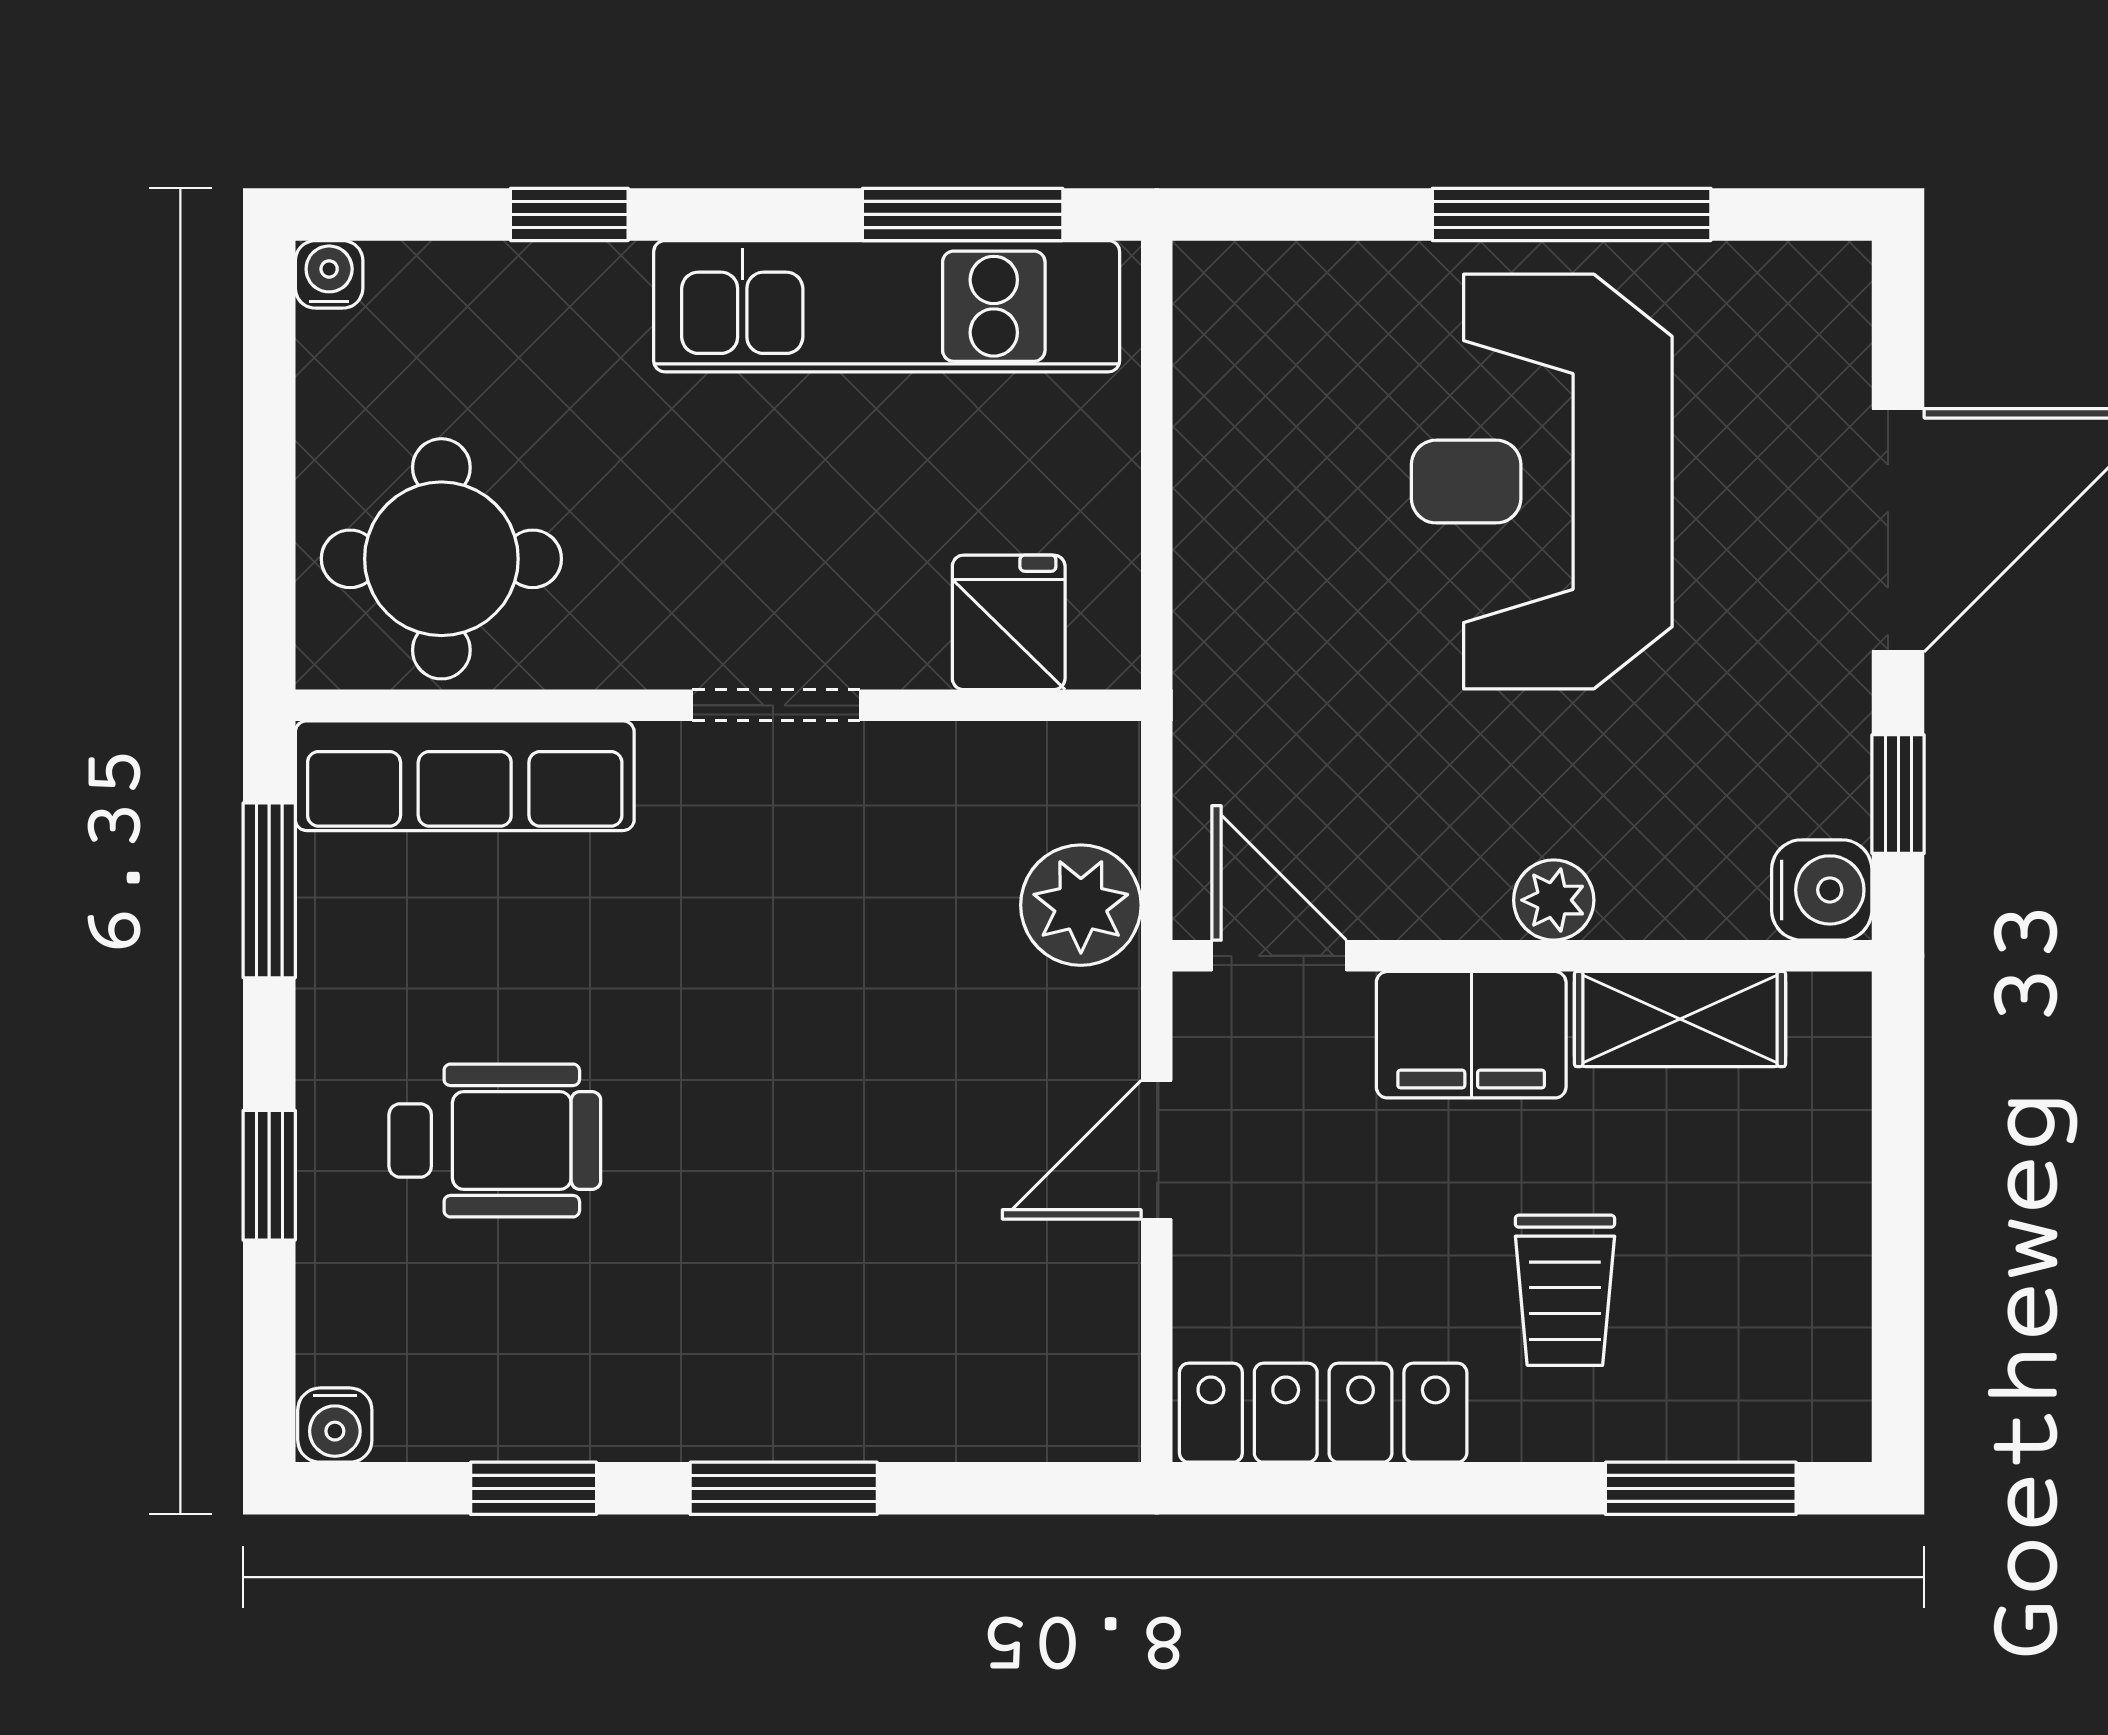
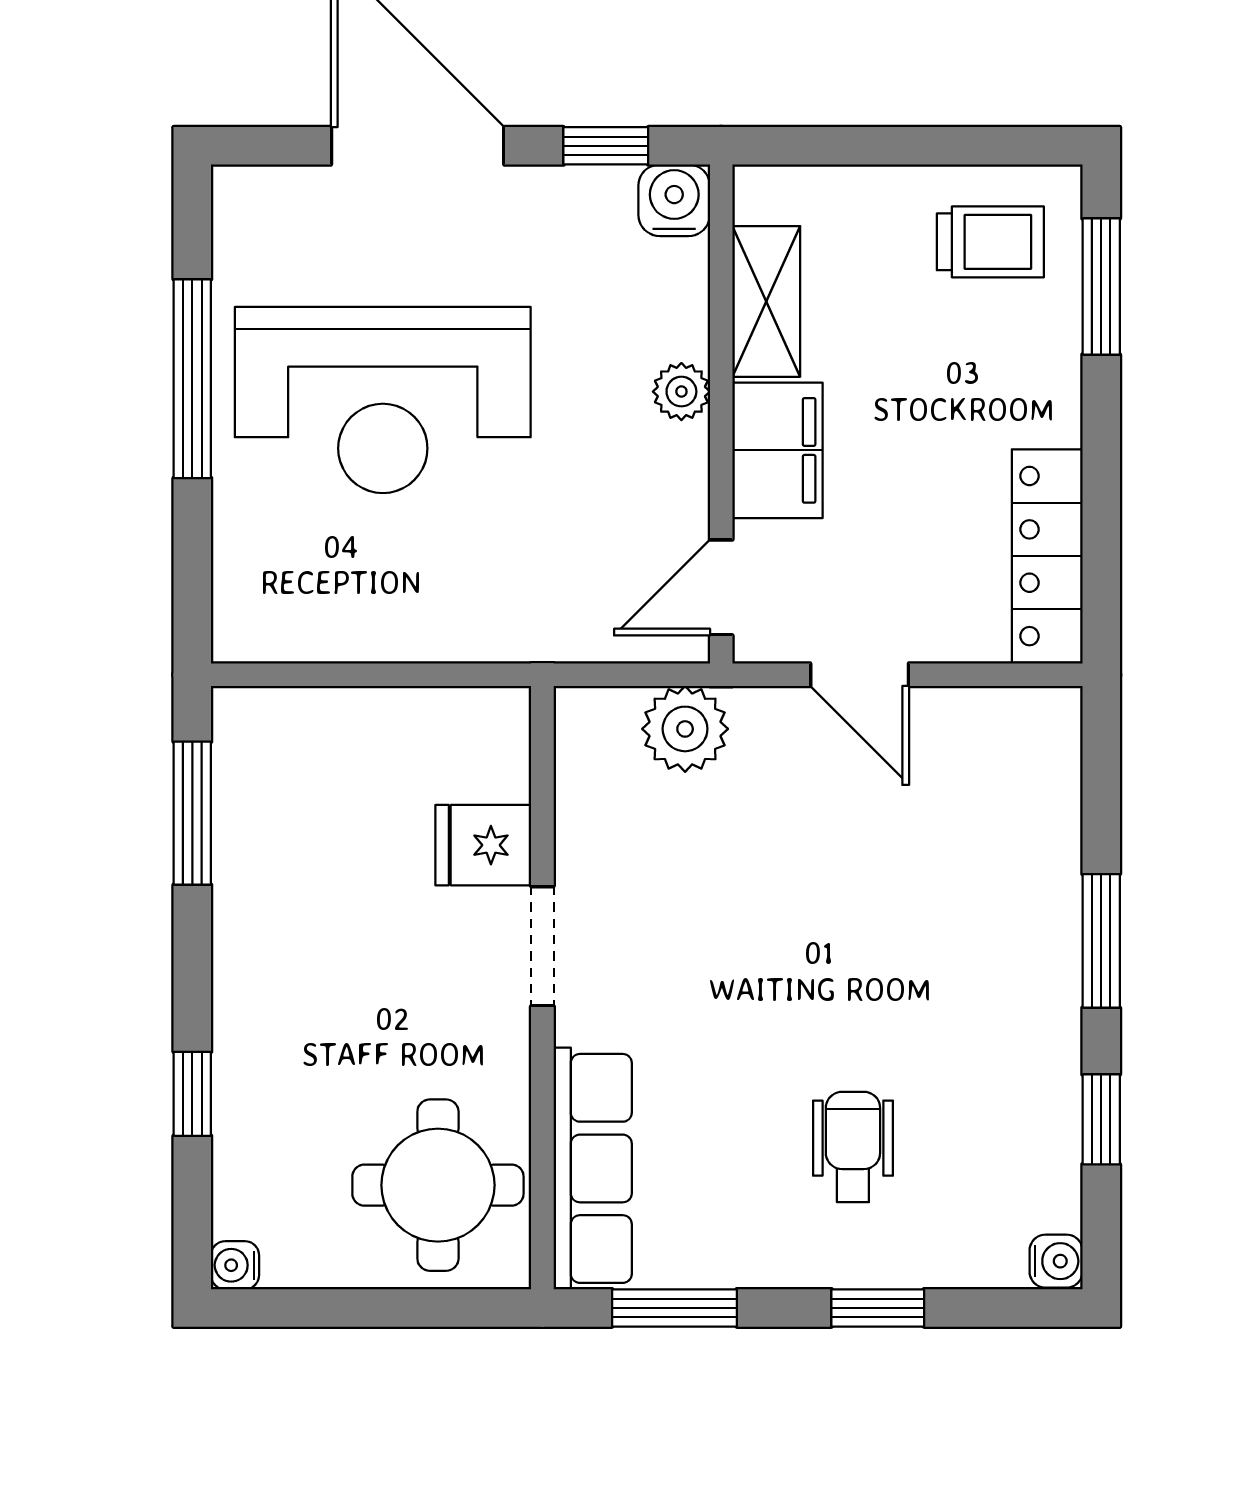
kitchen unit: (887, 306) -> (258, 867), removed
fridge: (1009, 622) -> (483, 845), moved
wheelchair: (495, 1140) -> (853, 1147), width x0.73, depth x0.73
trolley: (1565, 1290) -> (990, 242), moved

